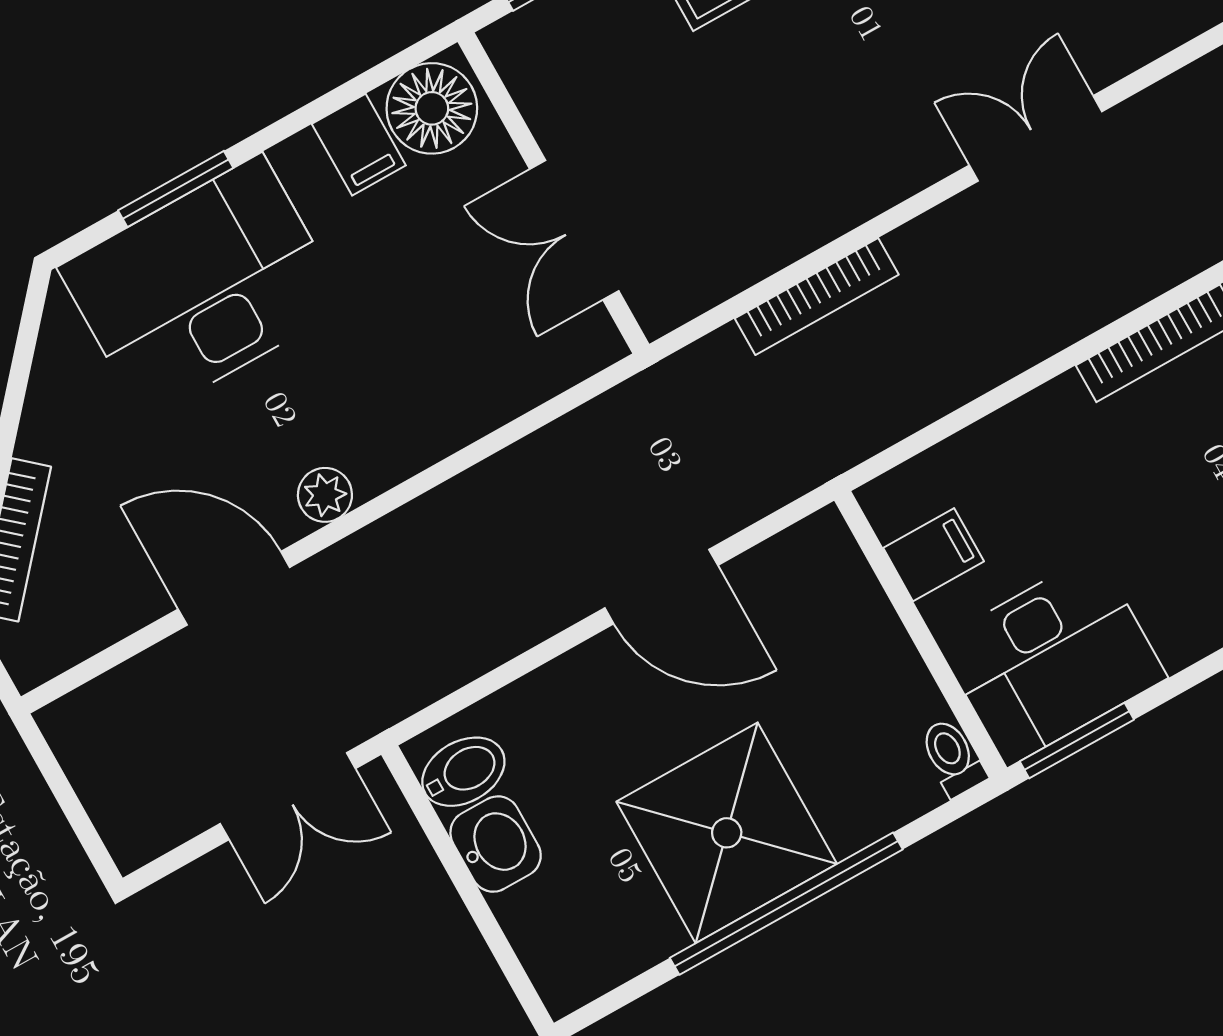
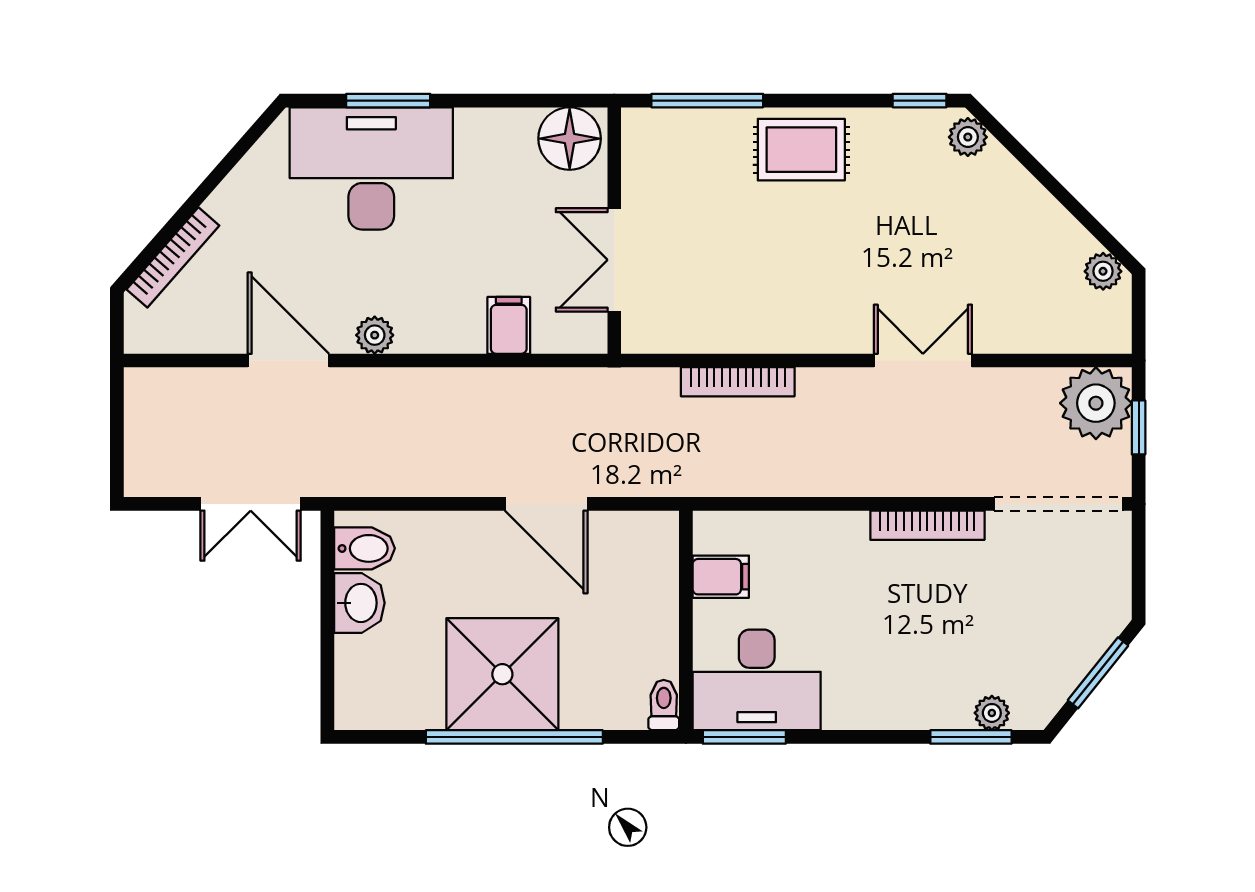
filing cabinet: (359, 145) -> (509, 325), moved, turned 180

